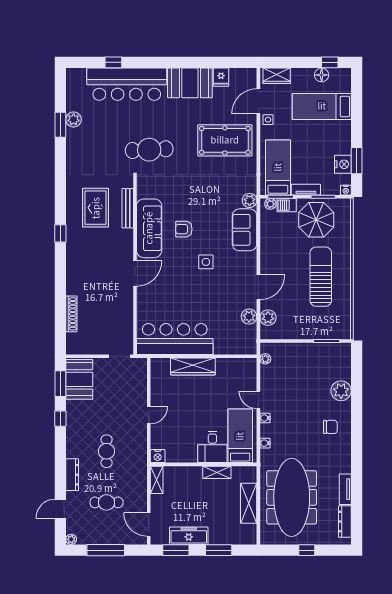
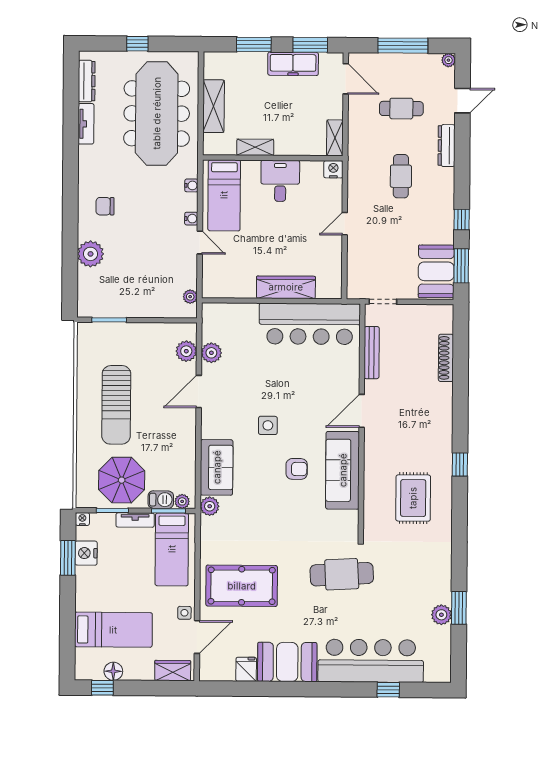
bench: (128, 208) -> (372, 353), moved
desk: (212, 447) -> (280, 181), moved

